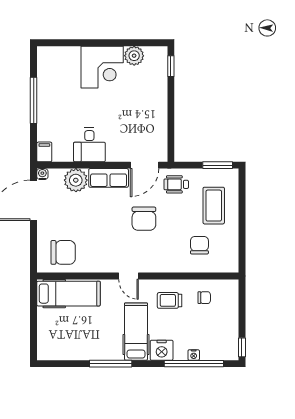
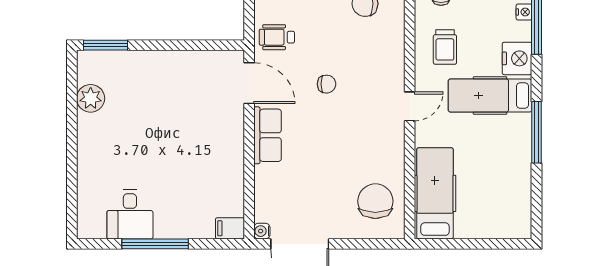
window: (171, 66) -> (106, 45), width x1.50
corner desk: (102, 67) -> (107, 145), removed
desk: (89, 145) -> (130, 214), moved, turned 90
plant: (76, 180) -> (271, 183), removed
wheelchair: (176, 184) -> (277, 37), turned 90
chair: (144, 219) -> (327, 84), width x0.54, depth x0.54

